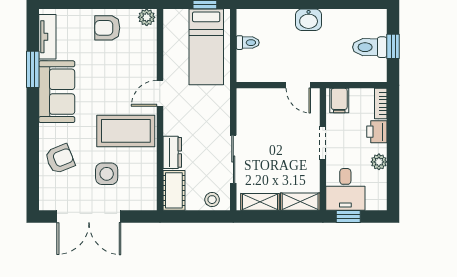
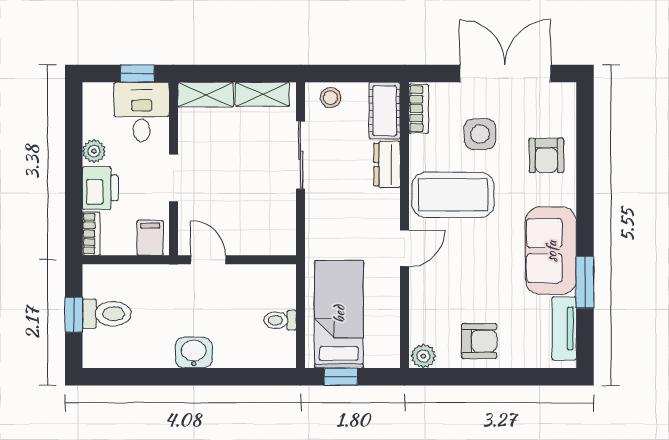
printer: (377, 132) -> (100, 188), width x1.36, depth x1.24
armchair: (60, 159) -> (546, 155), turned -68
bookcase: (150, 192) -> (419, 109), added

